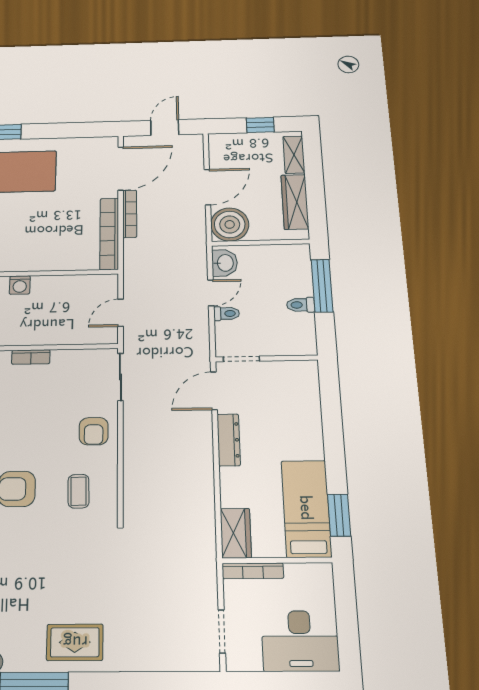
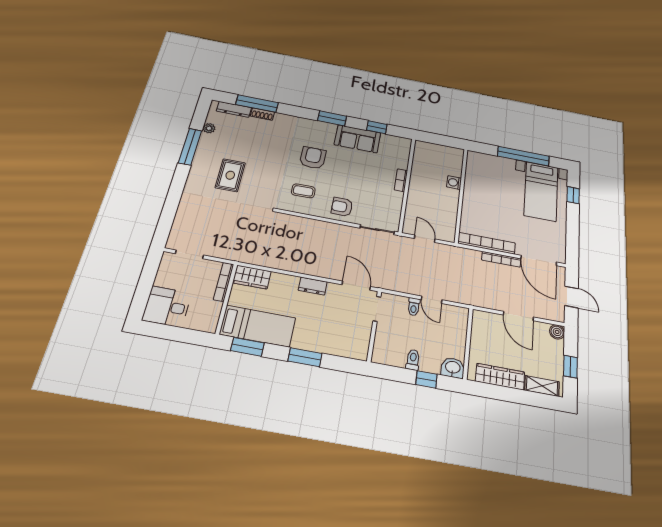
boiler: (230, 224) -> (557, 332), moved, width x0.54, depth x0.54
washbasin: (225, 263) -> (453, 368), moved, turned 180
window: (322, 286) -> (426, 379), width x0.46
window: (333, 438) -> (305, 357), added
dresser: (229, 440) -> (313, 286), width x0.70
desk: (300, 641) -> (167, 307), width x0.73
rug: (75, 642) -> (230, 175), moved

